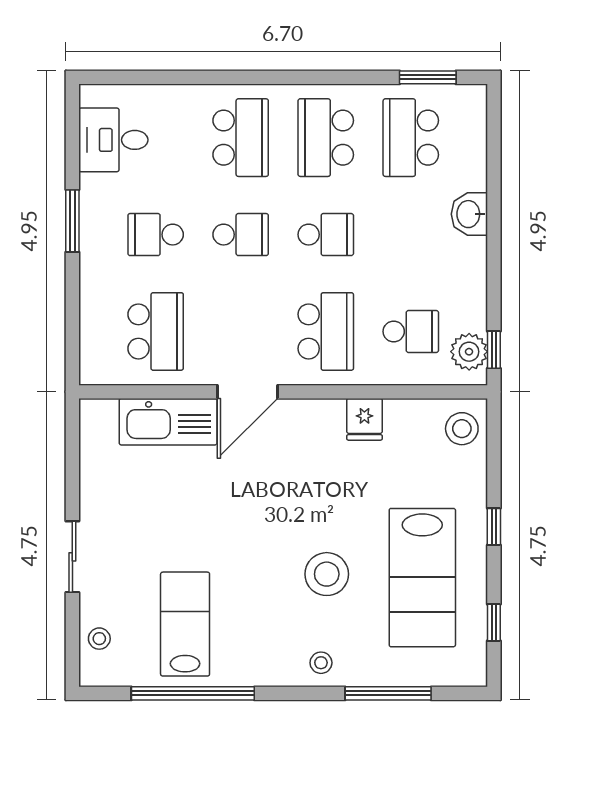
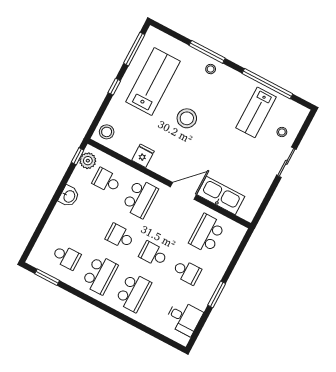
school desk: (241, 138) -> (133, 292), turned 180
school desk: (411, 138) -> (66, 257), width x0.54
washbasin: (469, 214) -> (69, 196), moved
school desk: (326, 331) -> (140, 198), turned 180
stool: (327, 574) -> (187, 118), moved
window: (494, 622) -> (134, 49), width x2.17
stool: (99, 639) -> (282, 132), moved
window: (388, 693) -> (207, 52), moved

